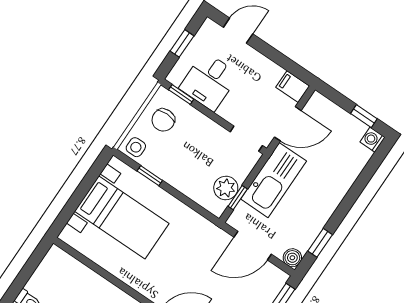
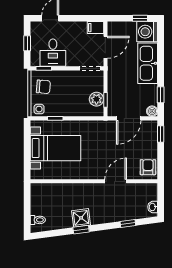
chair: (163, 120) -> (43, 87), turned -86
washing machine: (373, 140) -> (147, 32), width x1.89, depth x1.89
kitchen sink: (274, 180) -> (148, 63), moved, turned 180

